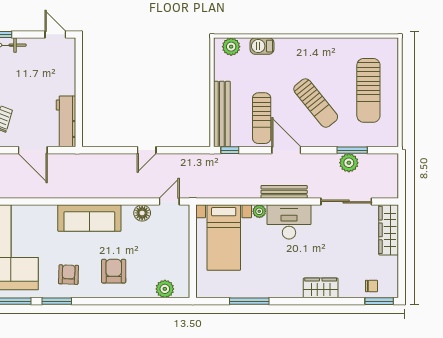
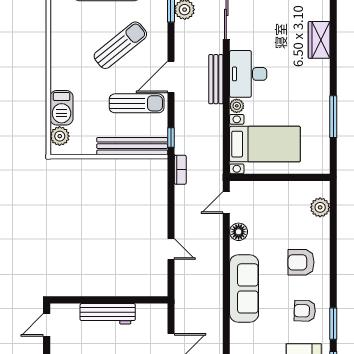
barbecue: (262, 46) -> (62, 108), width x1.38, depth x1.27
workbench: (66, 121) -> (108, 314), moved
door: (147, 150) -> (171, 249), moved
bookcase: (200, 159) -> (180, 170), added
door: (169, 202) -> (226, 203), hinge flipped

